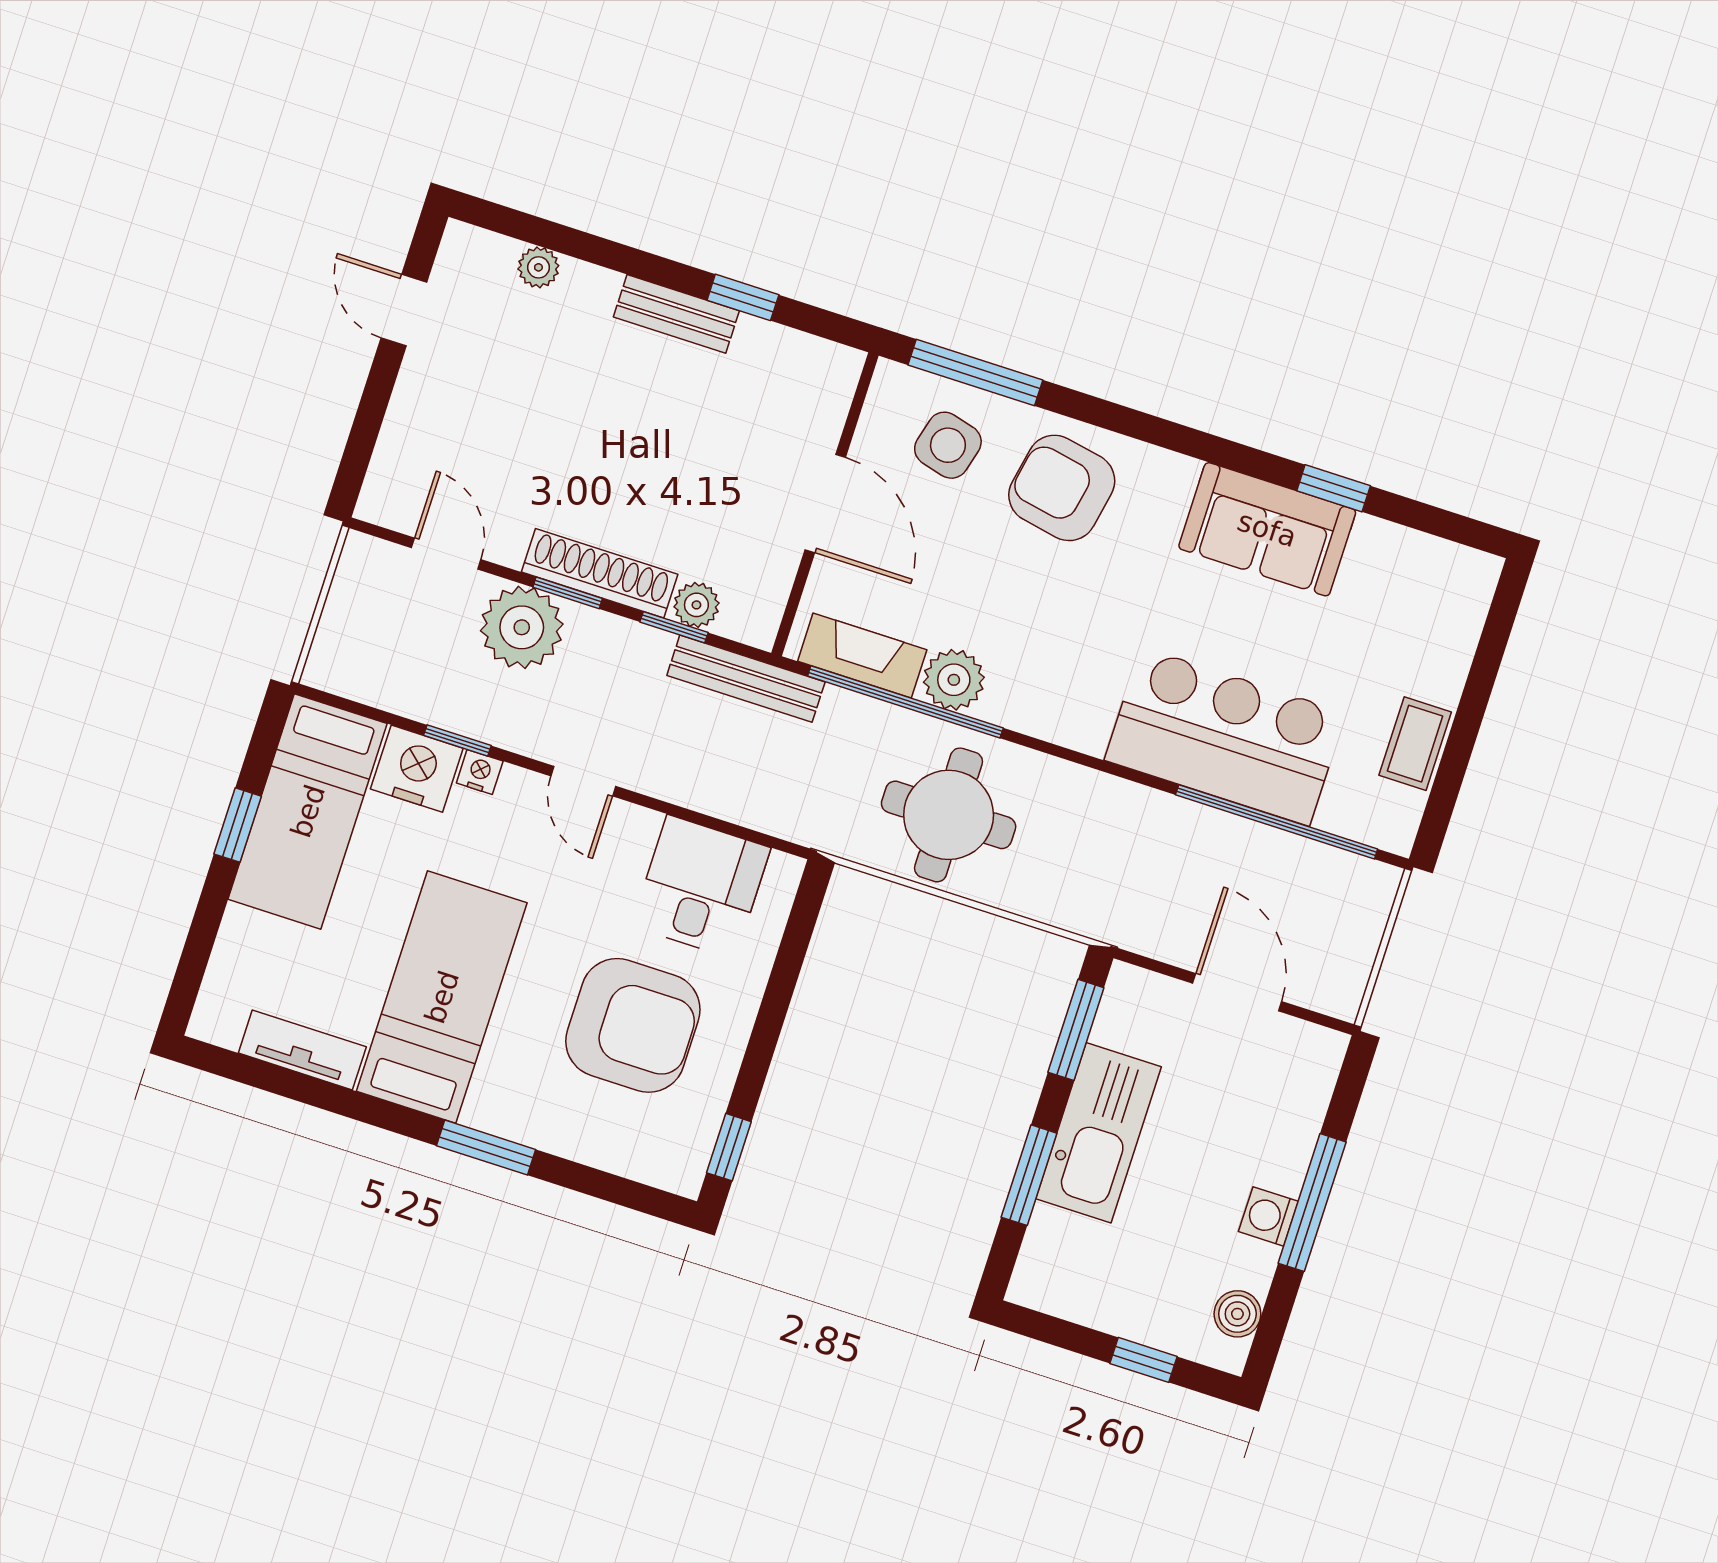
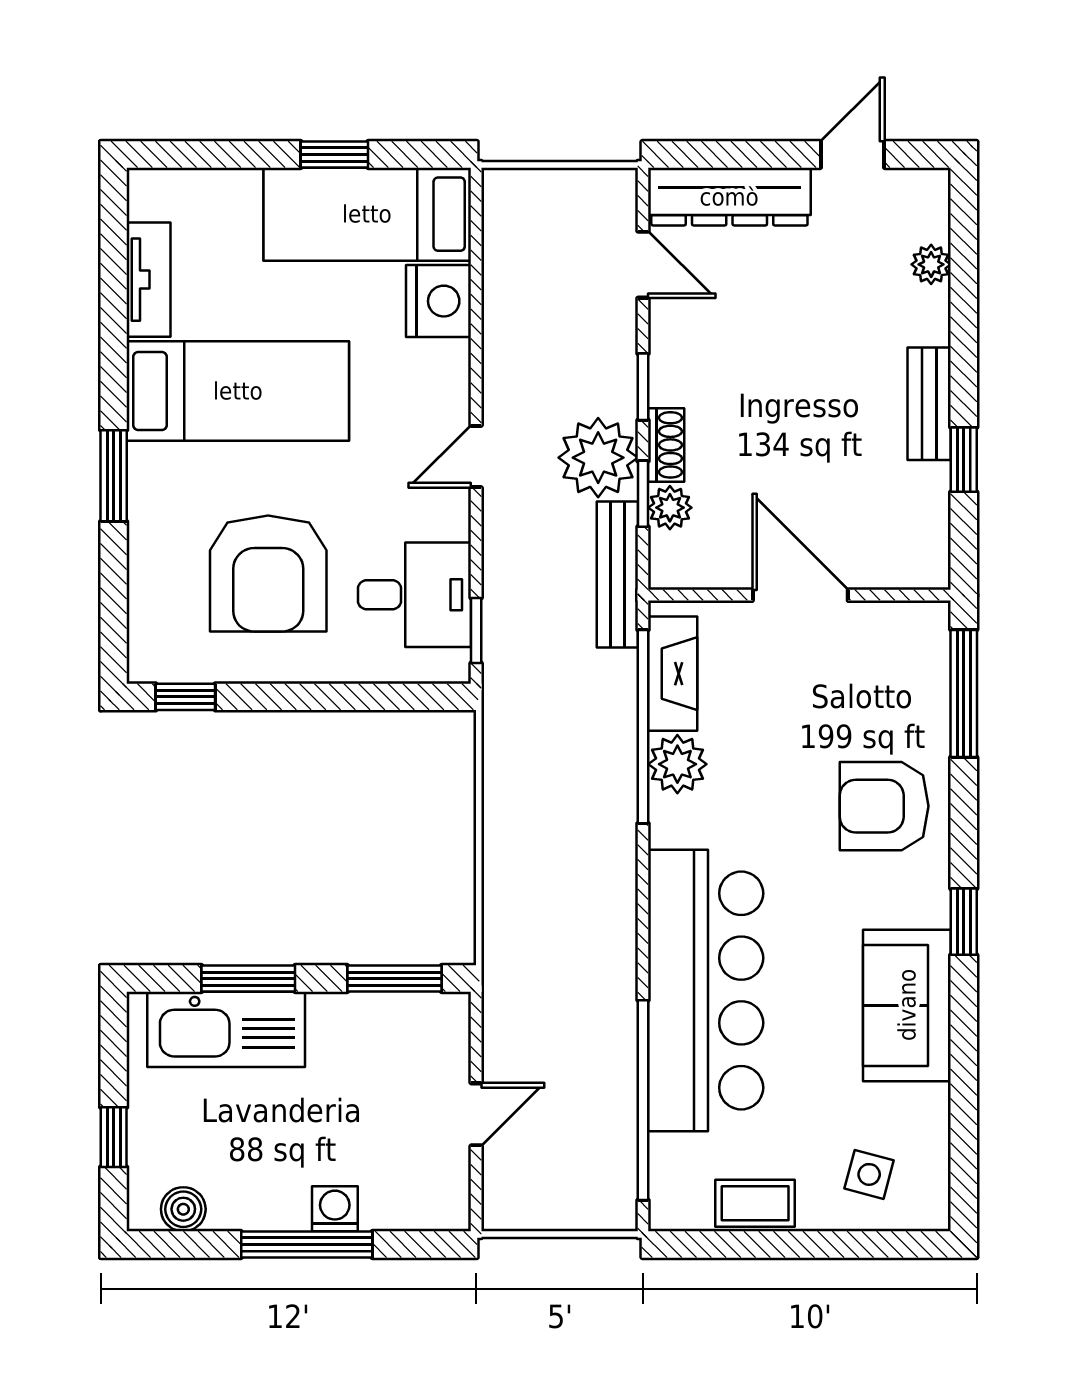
side table: (948, 445) -> (869, 1174), moved, width x0.73, depth x0.73
dresser: (406, 446) -> (729, 197), added
armchair: (1062, 488) -> (884, 806), turned -101
window: (1334, 488) -> (964, 922), moved
door: (825, 503) -> (800, 595), swing flipped
door: (446, 554) -> (643, 265), hinge flipped
shoe rack: (600, 573) -> (666, 445), width x0.51, depth x0.81
plant: (522, 627) -> (598, 458), moved
bar counter: (1225, 737) -> (706, 990), width x1.36
window: (457, 740) -> (476, 631), moved
nightstand: (480, 772) -> (454, 359), removed
round table: (949, 815) -> (553, 799), removed
door: (1237, 992) -> (476, 1114), width x0.73
kitchen sink: (1099, 1133) -> (226, 1029), moved
washing machine: (1268, 1216) -> (335, 1209), moved

